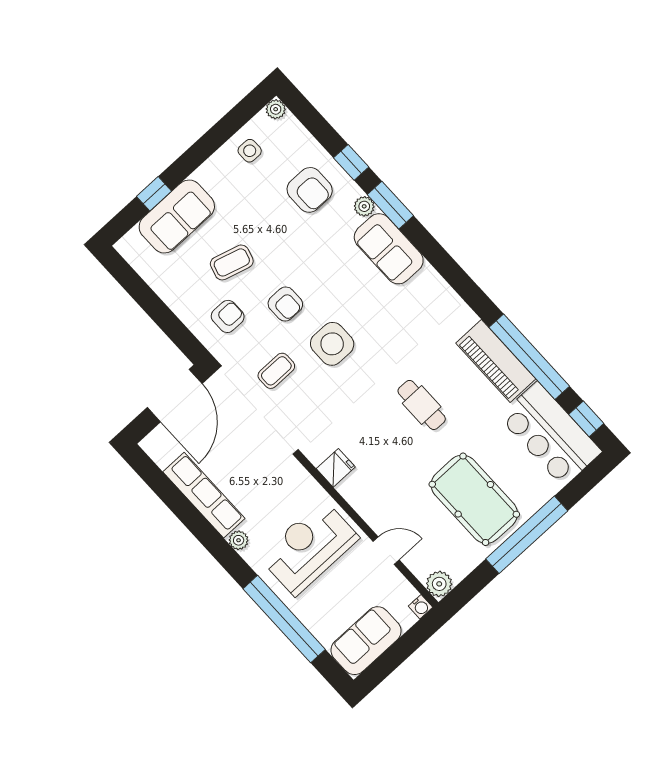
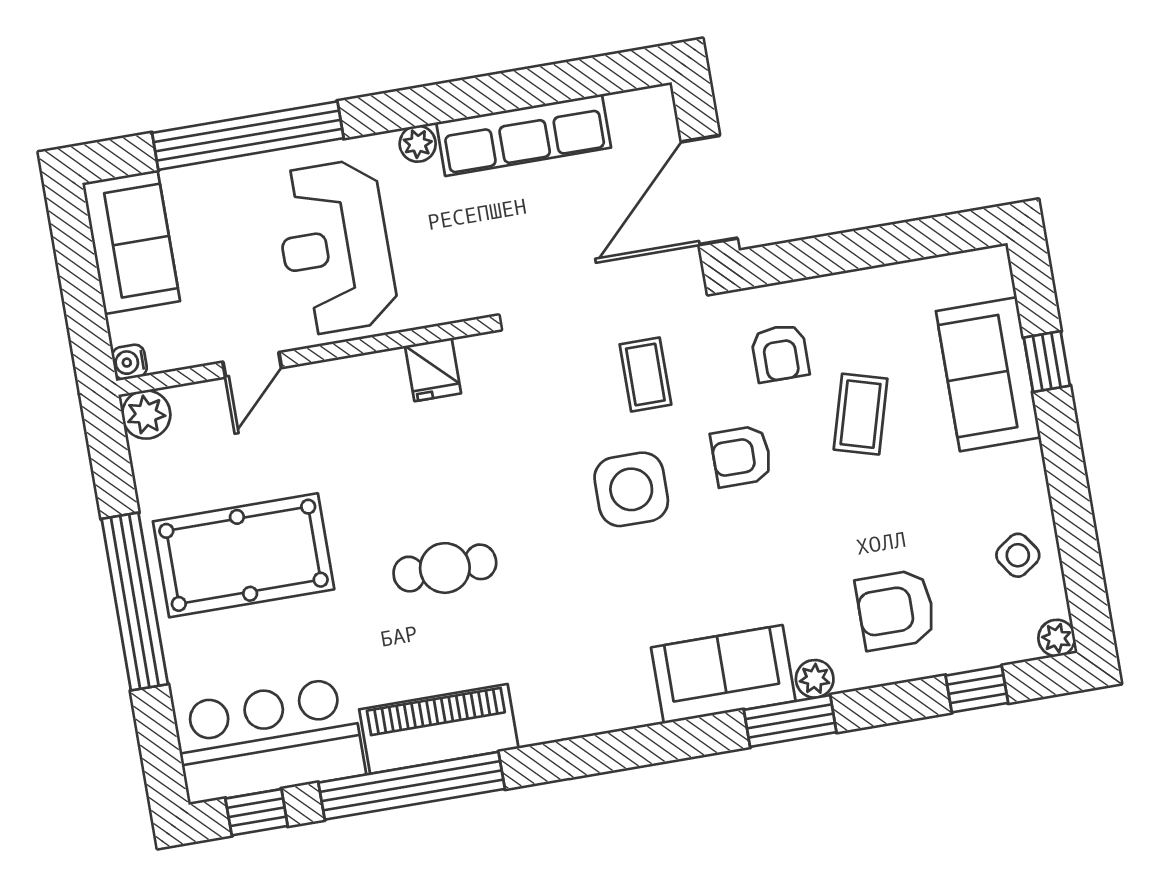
side table: (250, 151) -> (1018, 555), turned -35
window: (351, 162) -> (977, 689), moved
door: (175, 396) -> (709, 190), hinge flipped
reception desk: (309, 547) -> (335, 247), turned 180

